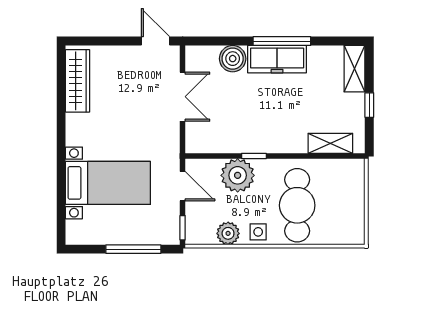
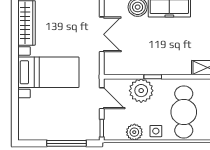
bed with nightstands: (108, 183) -> (48, 72), moved

